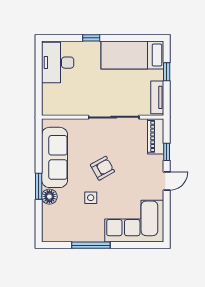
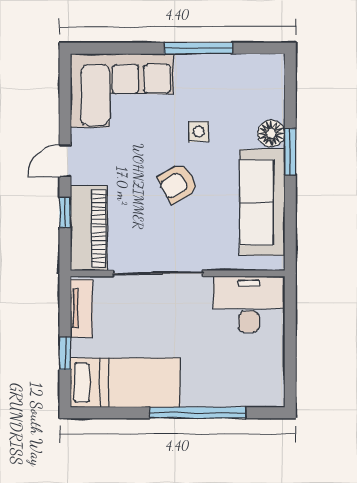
window: (91, 38) -> (198, 413), width x3.17
desk: (58, 63) -> (249, 304), moved, turned -90
piano: (156, 136) -> (89, 228), width x1.37, depth x1.33

